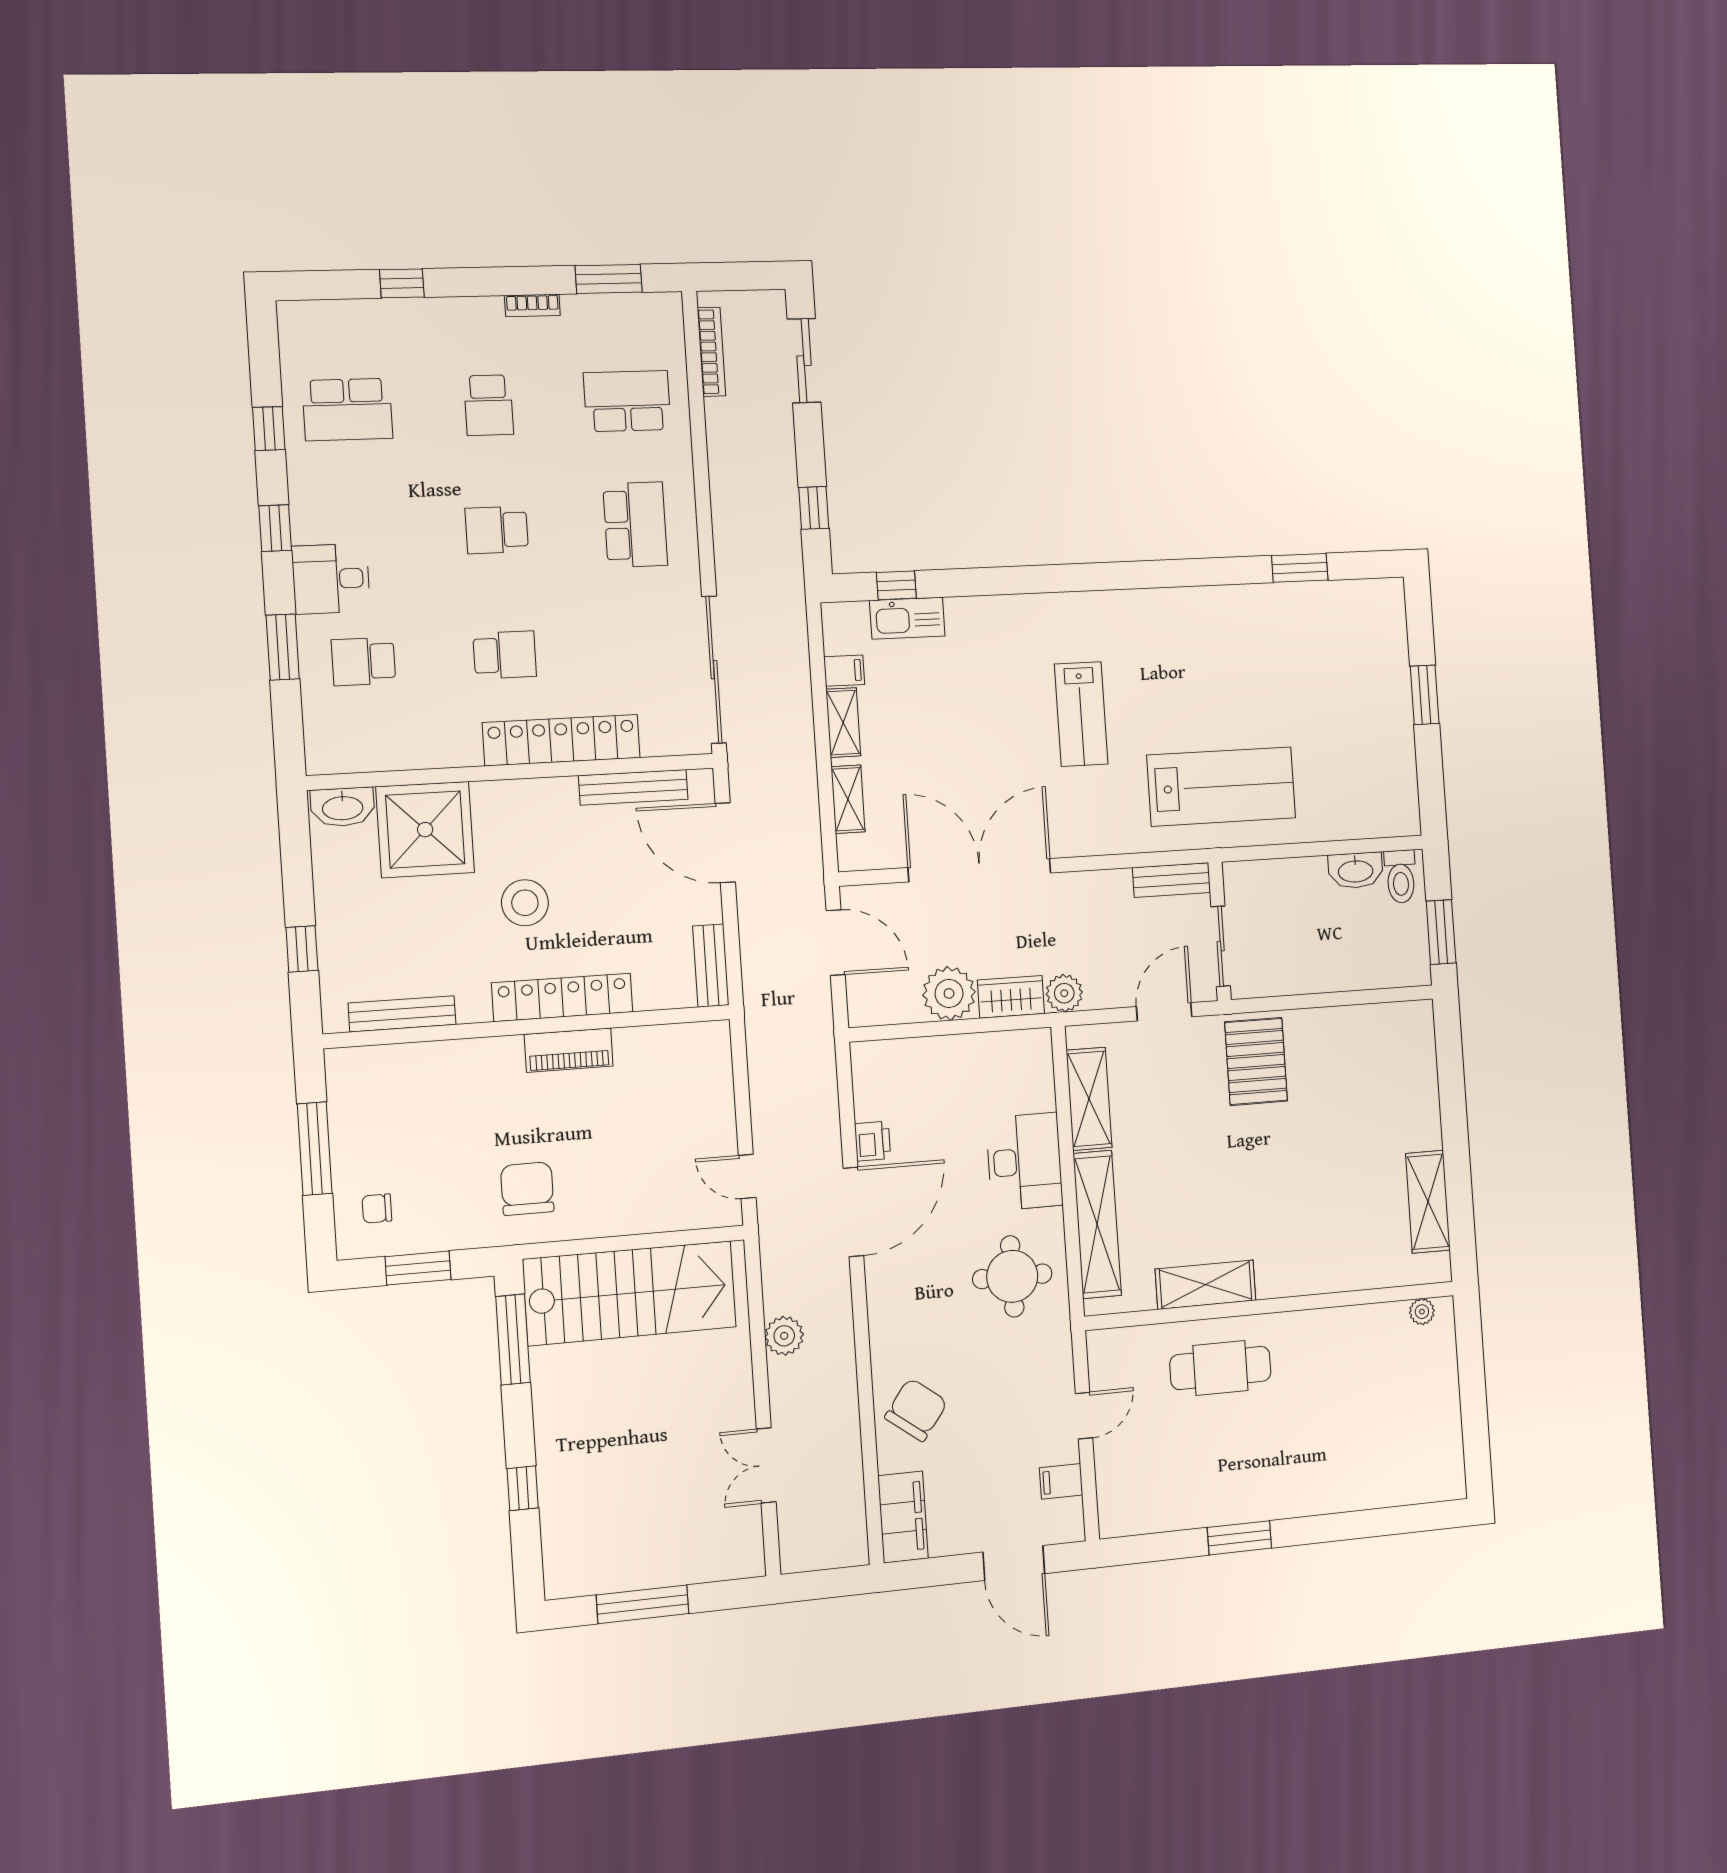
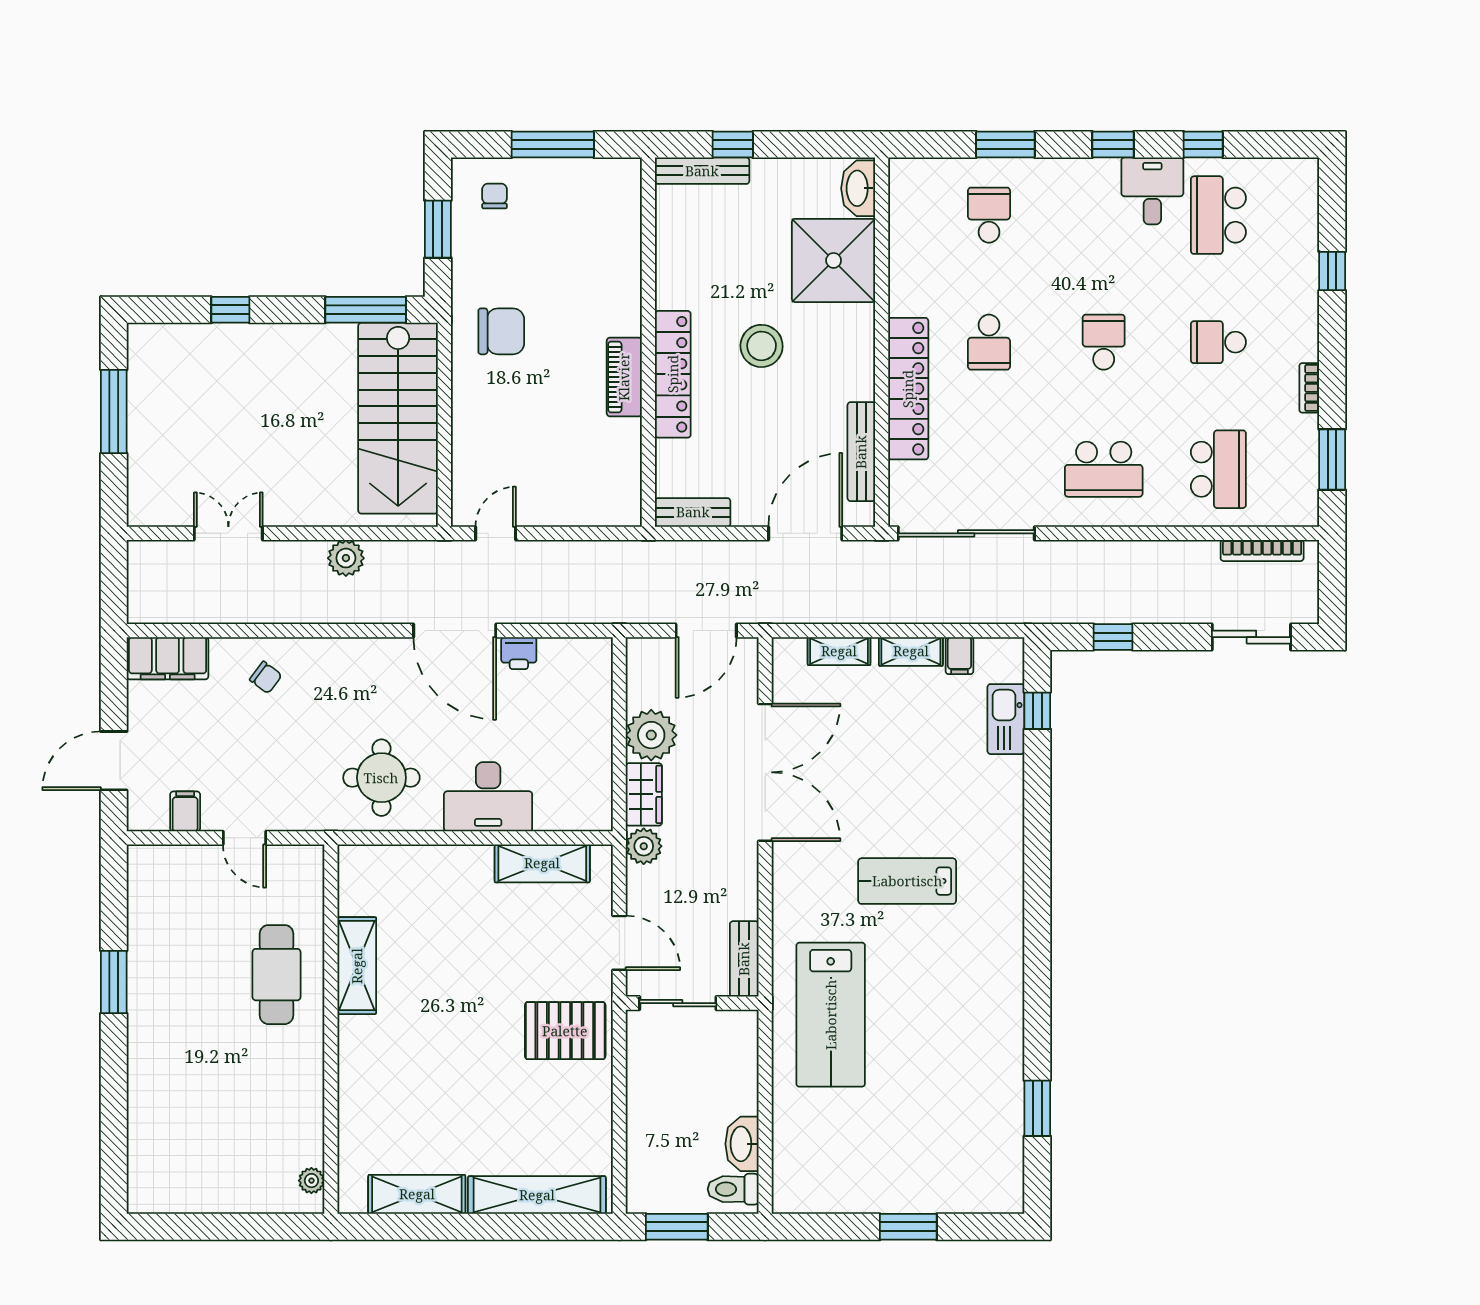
desk: (331, 579) -> (1152, 191), moved
bench: (402, 1014) -> (702, 171), moved, turned 90
shelving: (1097, 1224) -> (537, 1195), moved
chair: (916, 1410) -> (266, 677), width x0.54, depth x0.54

